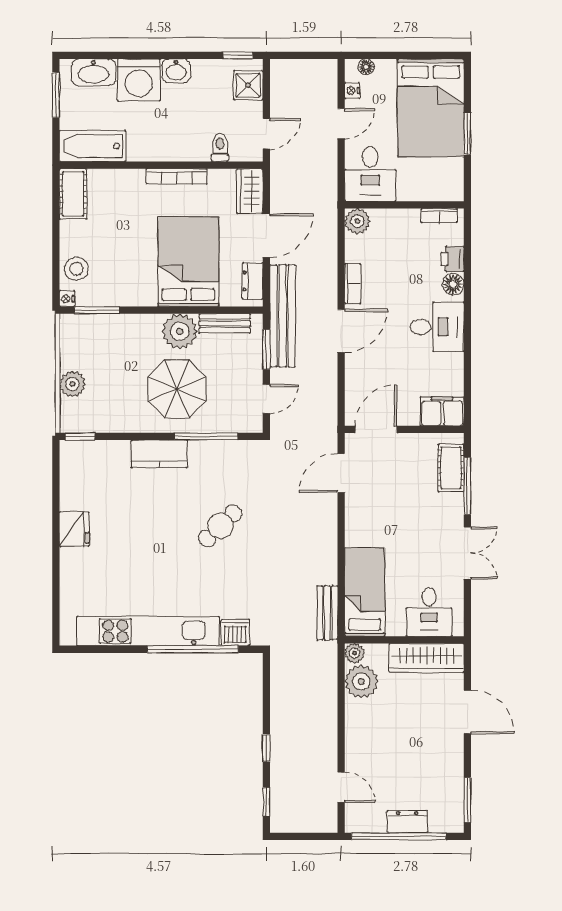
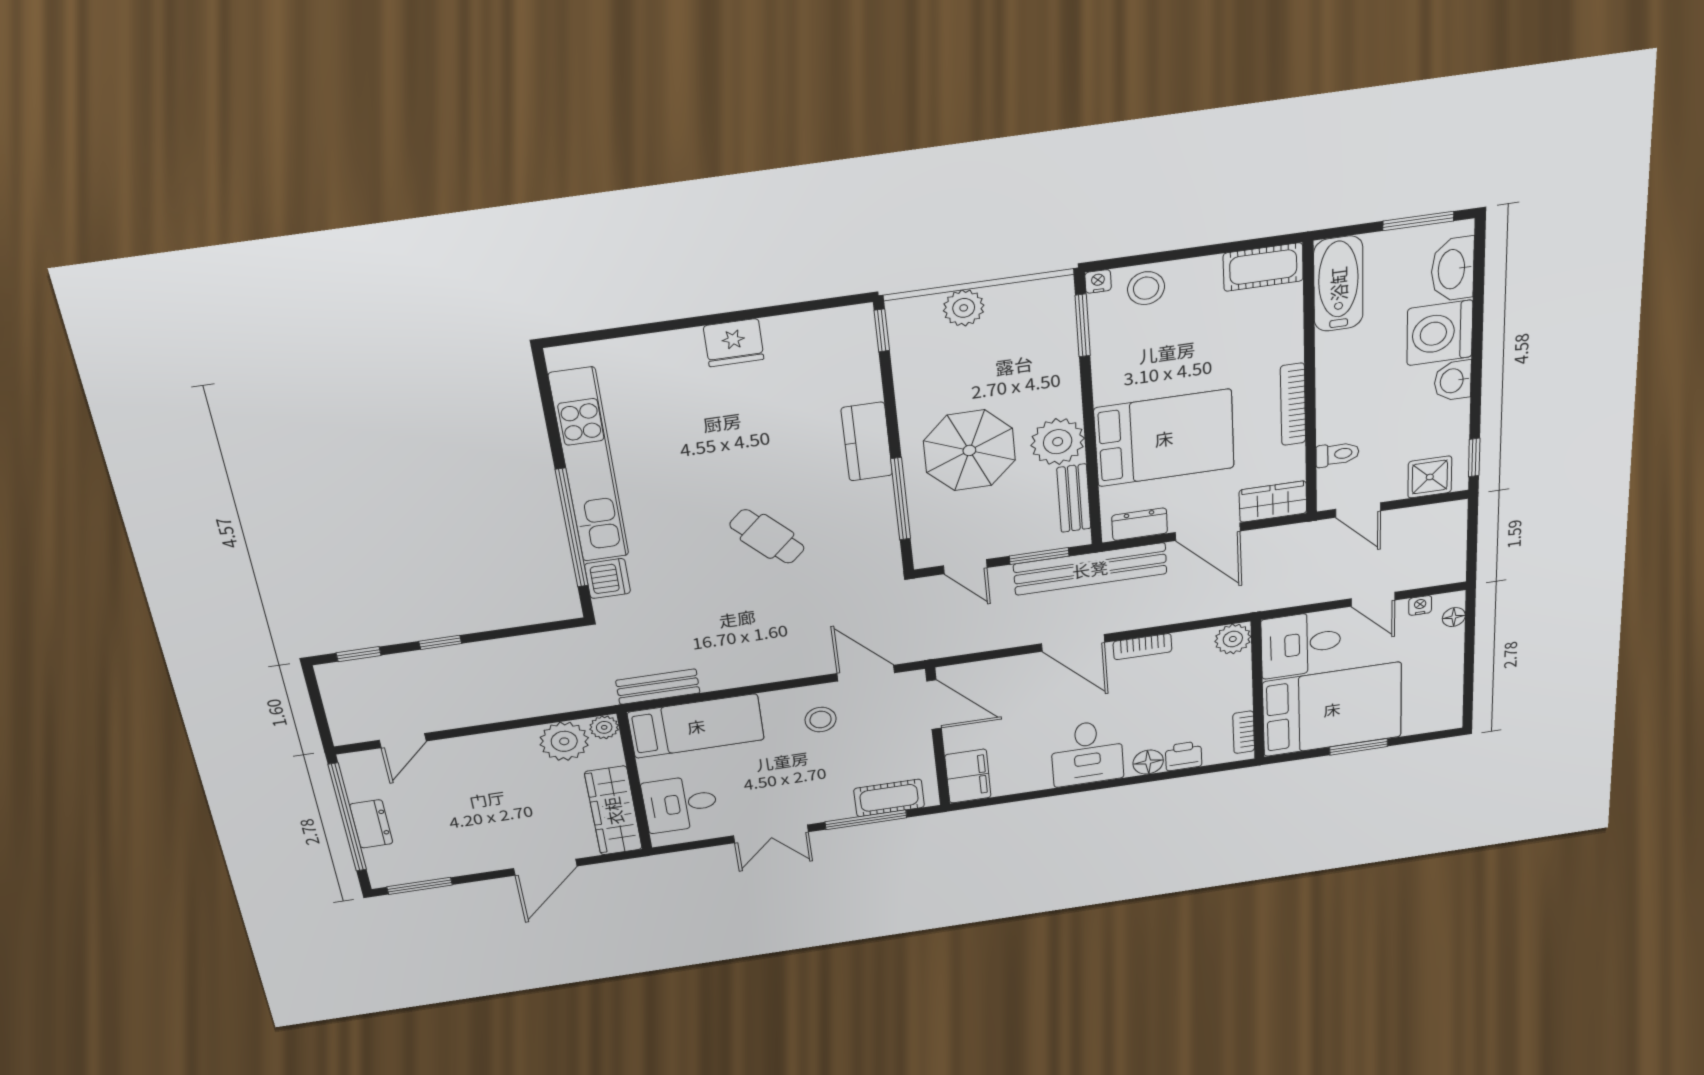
bed: (431, 108) -> (1332, 709), moved, turned 180
stool: (374, 508) -> (821, 720), added

